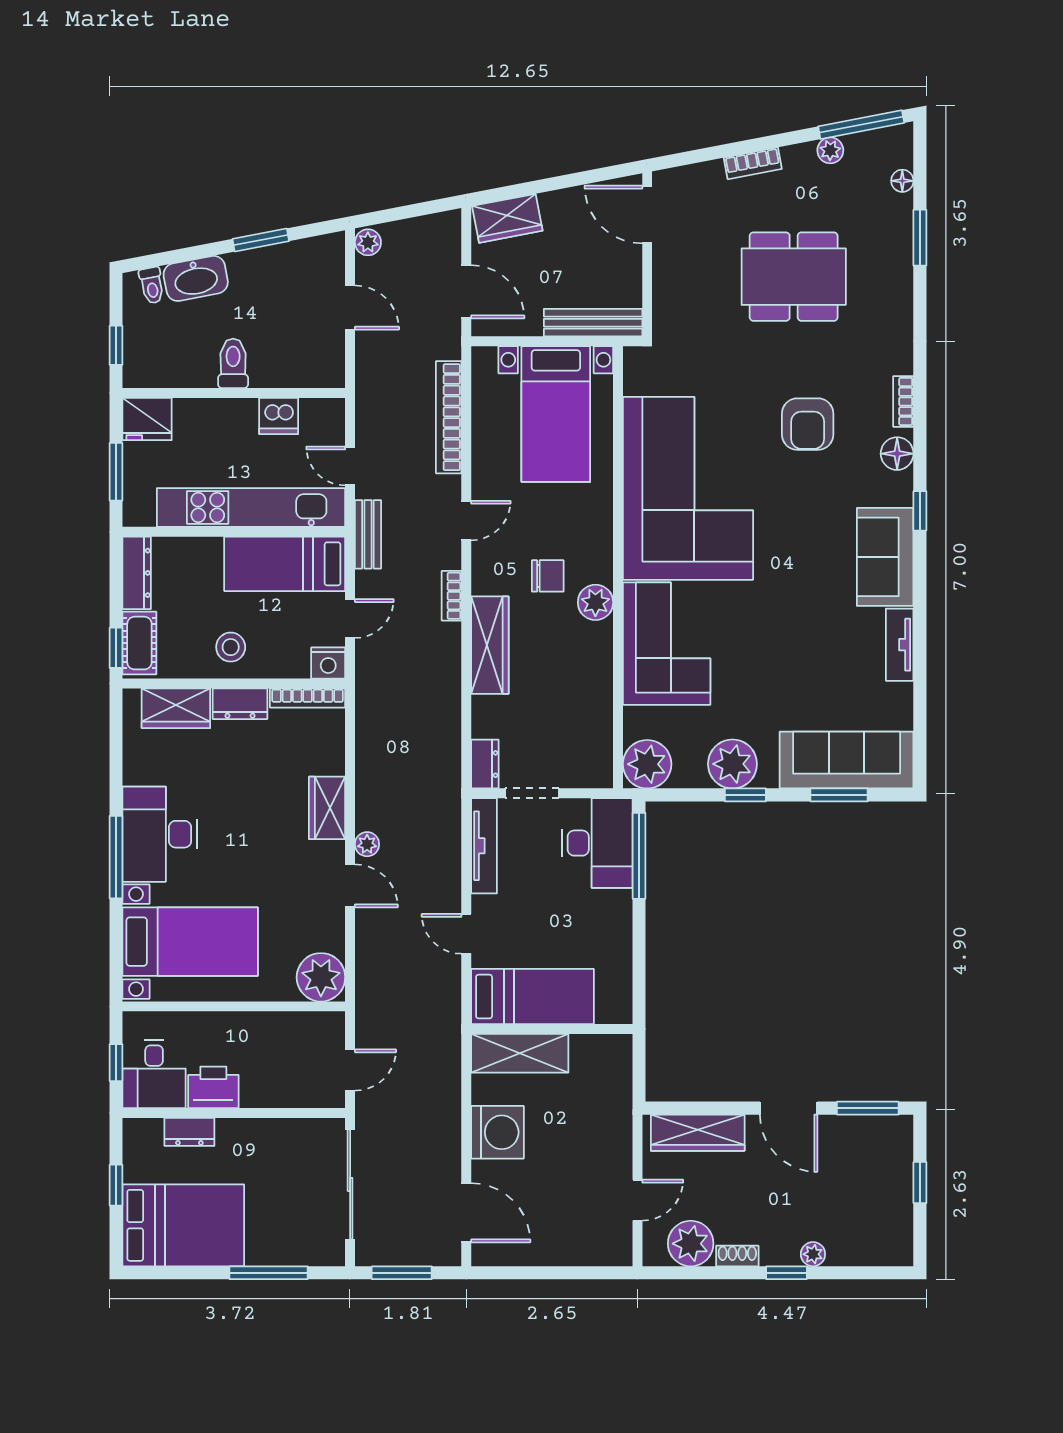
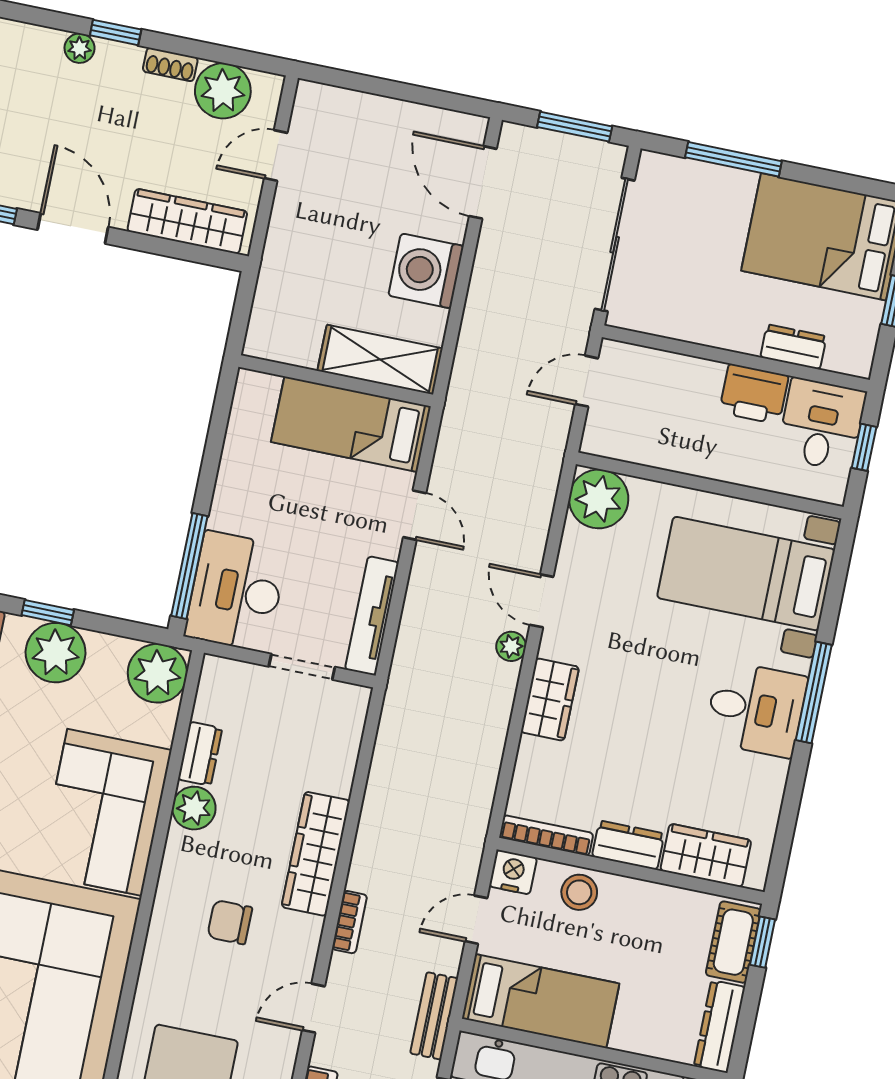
plant: (595, 602) -> (194, 808), moved
stool: (231, 647) -> (579, 892), moved
dresser: (485, 764) -> (200, 754), moved, turned 180
desk: (160, 834) -> (756, 709), width x0.73

